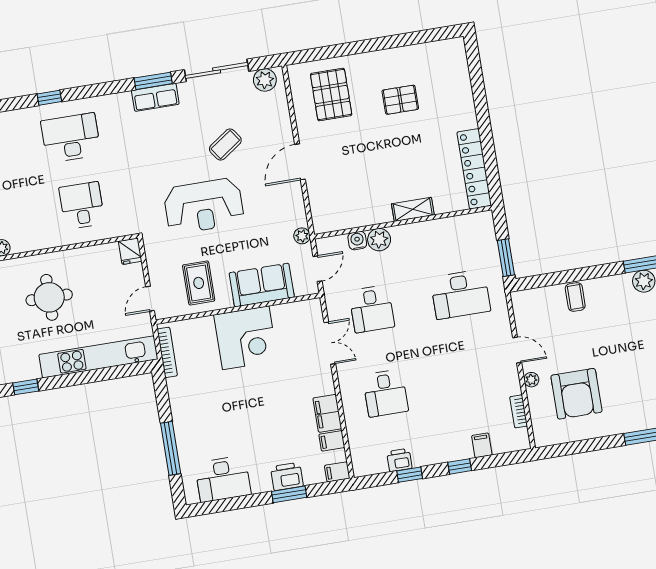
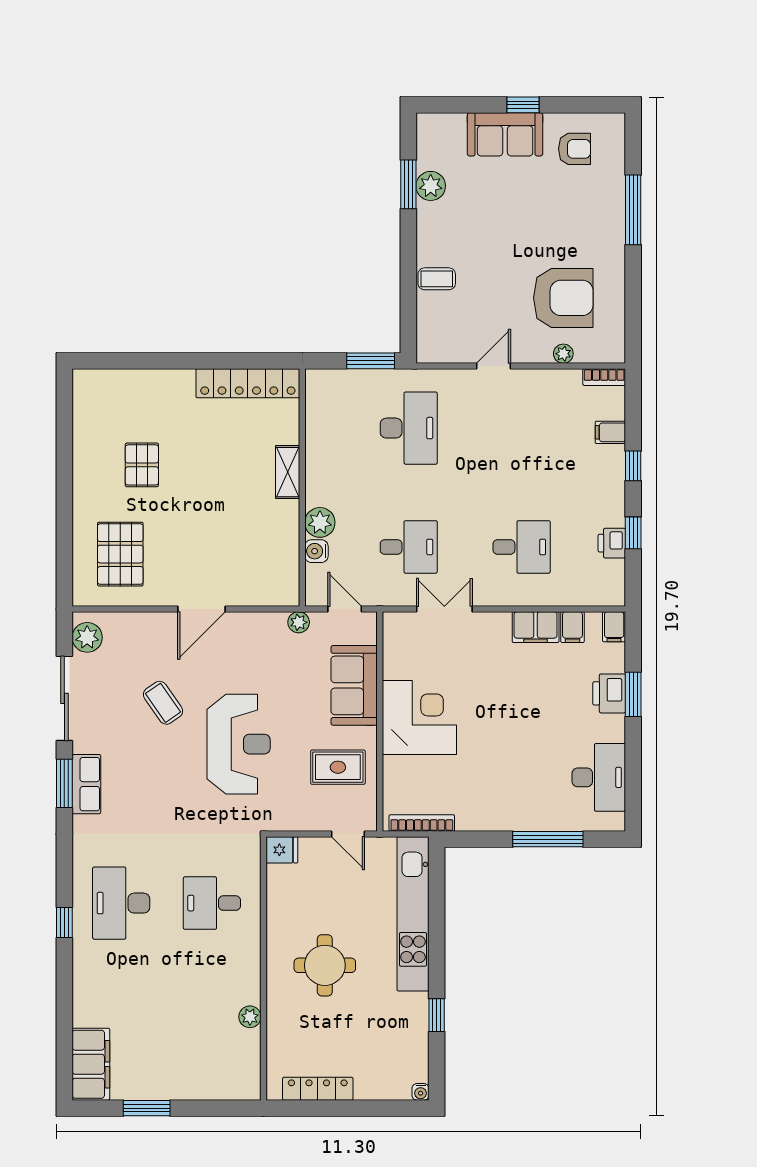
pallet: (331, 95) -> (120, 554), turned 90
door: (300, 162) -> (201, 609), hinge flipped
plant: (531, 380) -> (563, 354), moved
bookcase: (519, 411) -> (604, 377), moved

